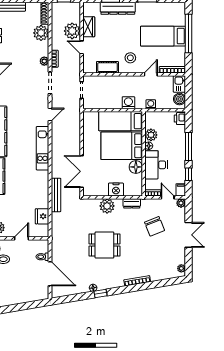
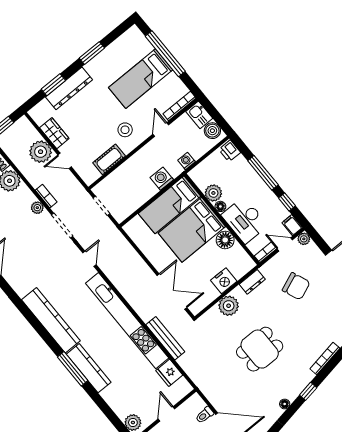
kitchen unit: (43, 148) -> (127, 321), width x1.86
double door: (82, 171) -> (172, 292), swing flipped
window: (101, 293) -> (308, 391), moved

